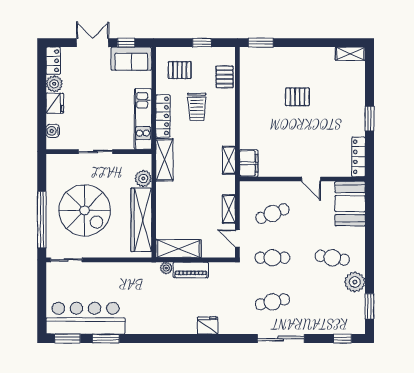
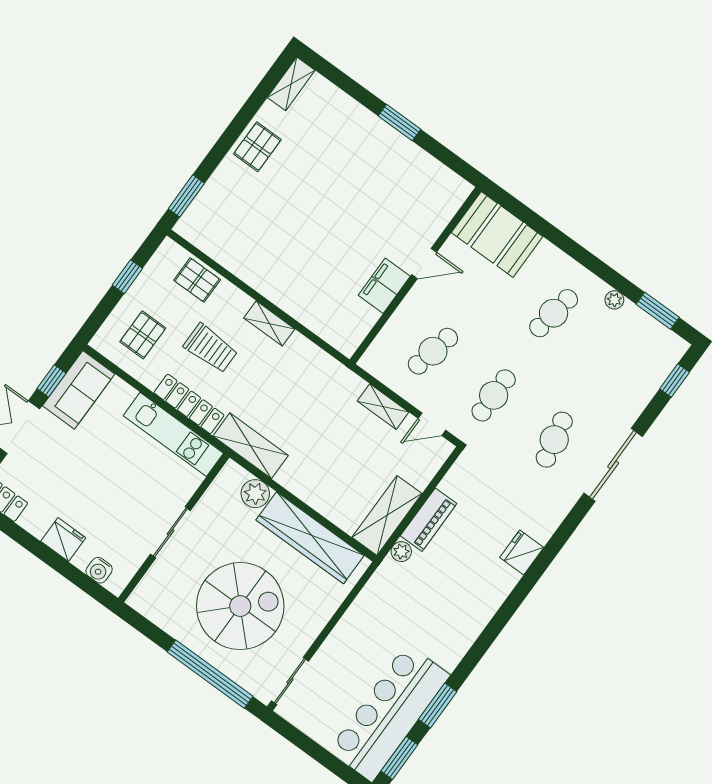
plant: (54, 84) -> (36, 521), removed
pallet: (297, 97) -> (257, 147), moved
locker: (359, 157) -> (441, 176), removed
shelving: (229, 160) -> (269, 323), moved
filing cabinet: (249, 163) -> (384, 286), moved, turned -90
cafe table: (272, 214) -> (433, 351), turned 33
plant: (355, 282) -> (614, 300), width x0.53, depth x0.53

